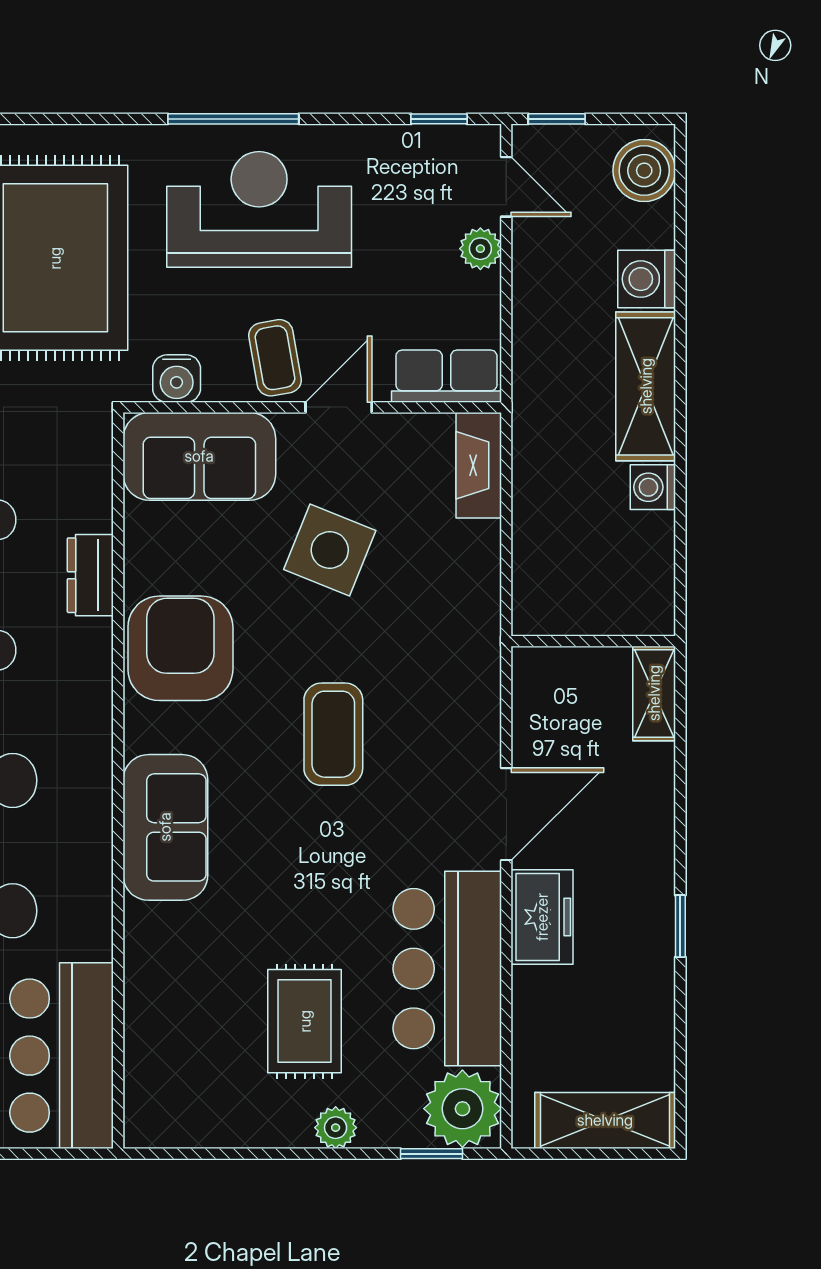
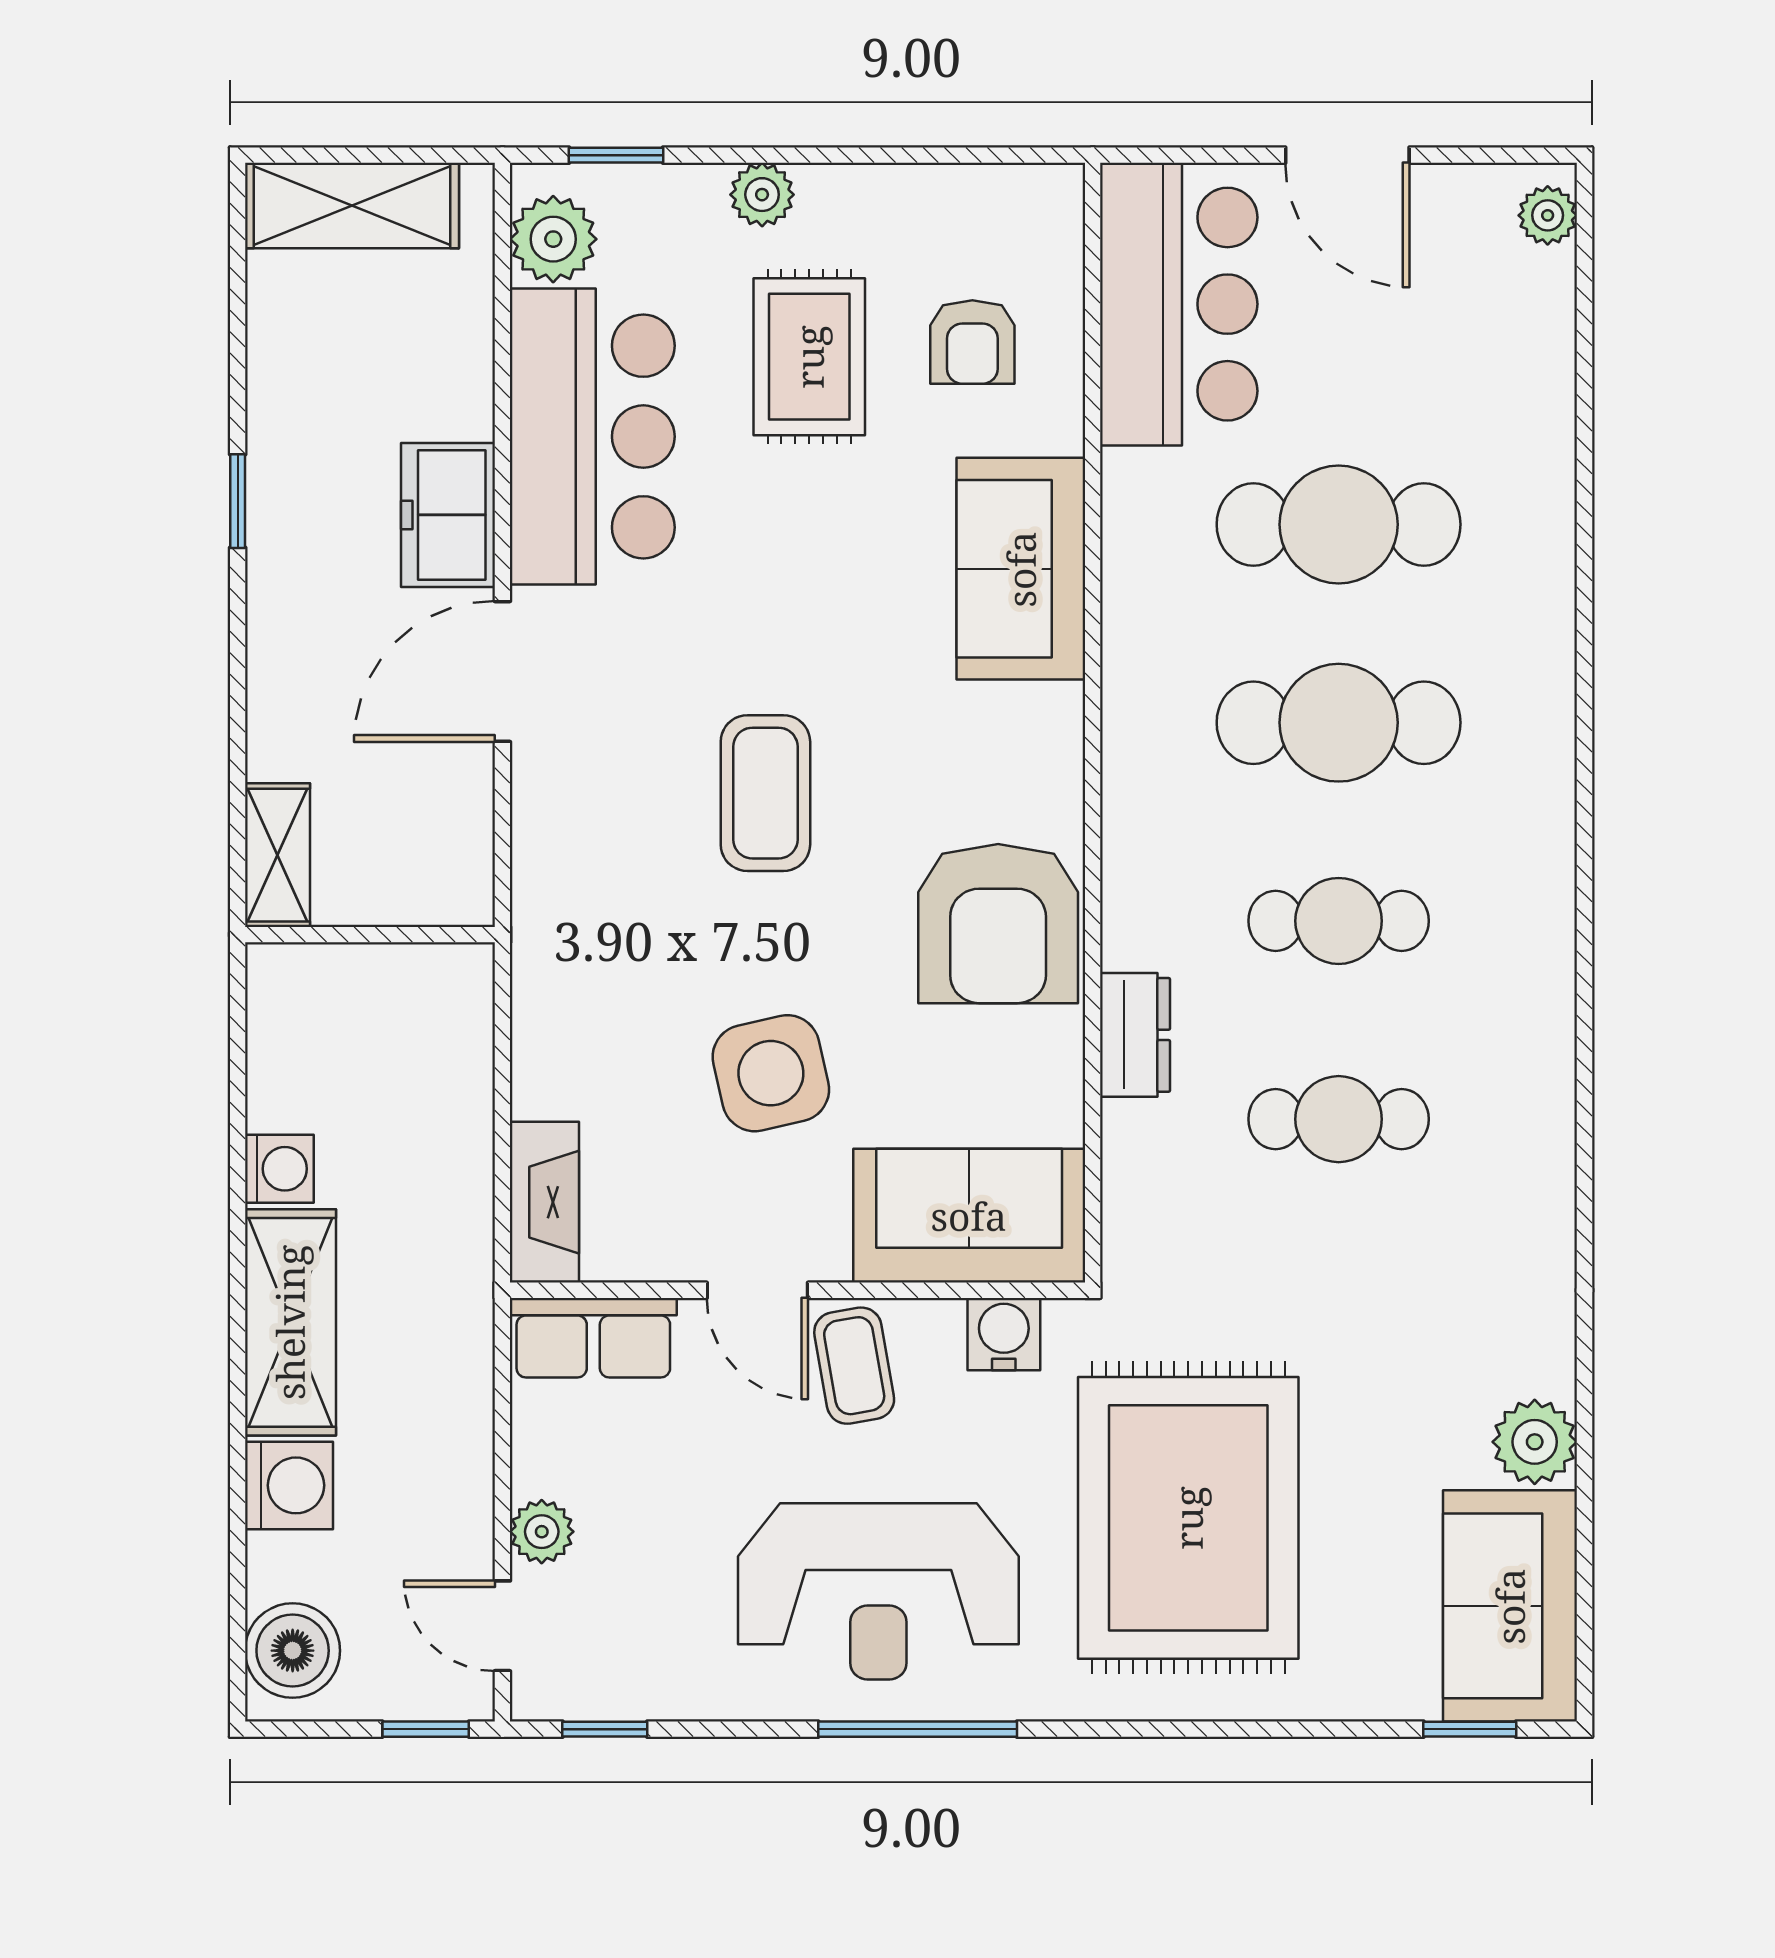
door: (339, 407) -> (757, 1290), hinge flipped
side table: (330, 550) -> (771, 1073), turned -35
sofa: (165, 827) -> (1021, 569), moved
armchair: (197, 1031) -> (972, 342), added
plant: (462, 1109) -> (553, 239), width x0.73, depth x0.73

